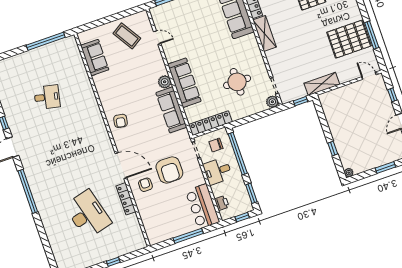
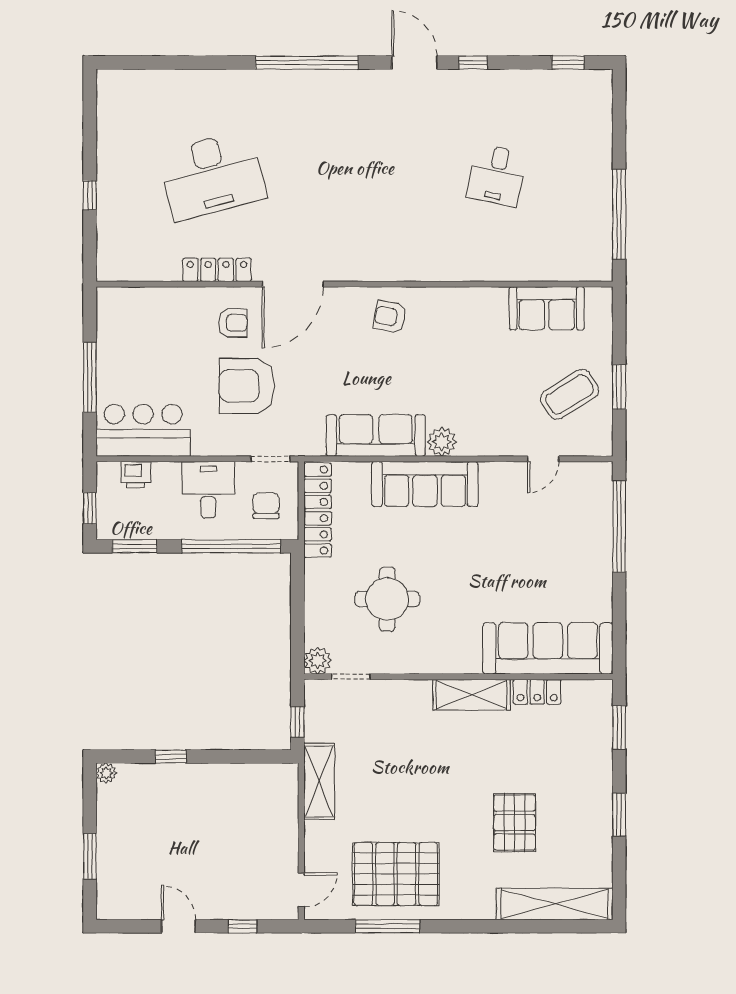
window: (117, 17) -> (619, 387), added
pallet: (349, 39) -> (396, 874), turned 90

